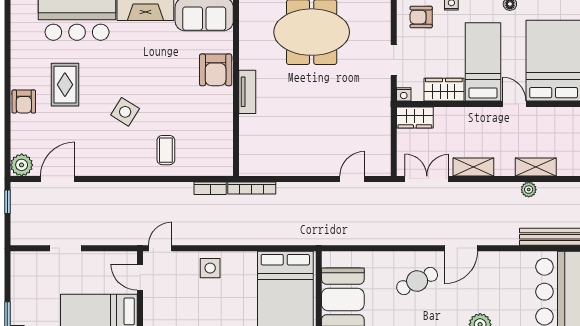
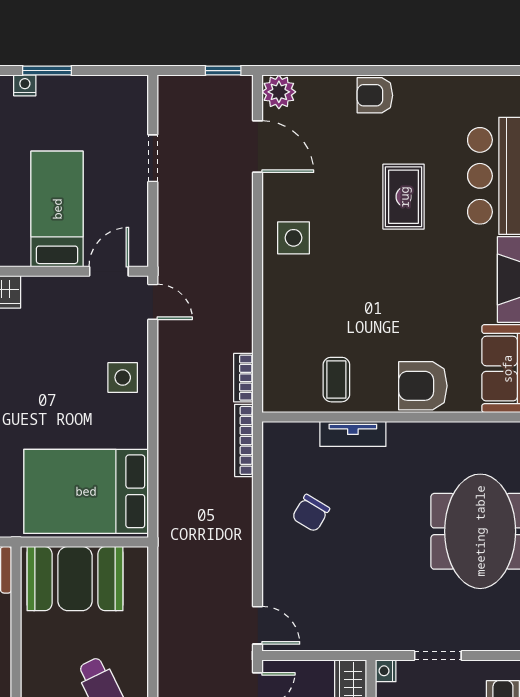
rug: (65, 85) -> (404, 197), moved, turned 90
tv unit: (247, 92) -> (353, 434), moved
side table: (125, 112) -> (294, 238), moved, turned -32
chair: (300, 144) -> (311, 513), added
coffee table: (166, 150) -> (336, 380), moved, turned 90
door: (352, 179) -> (258, 625), moved

